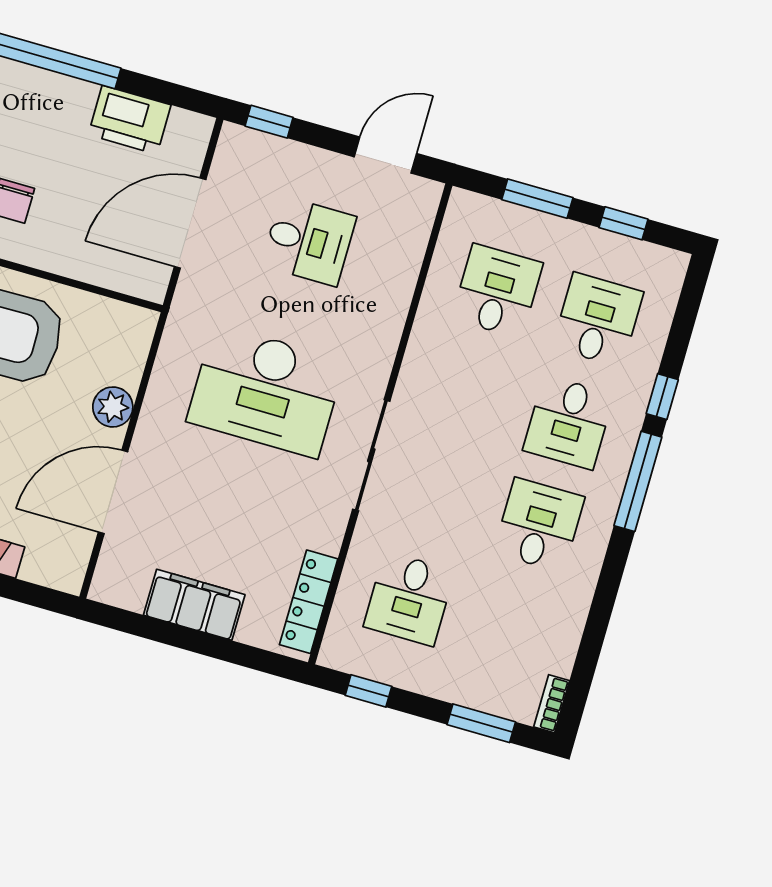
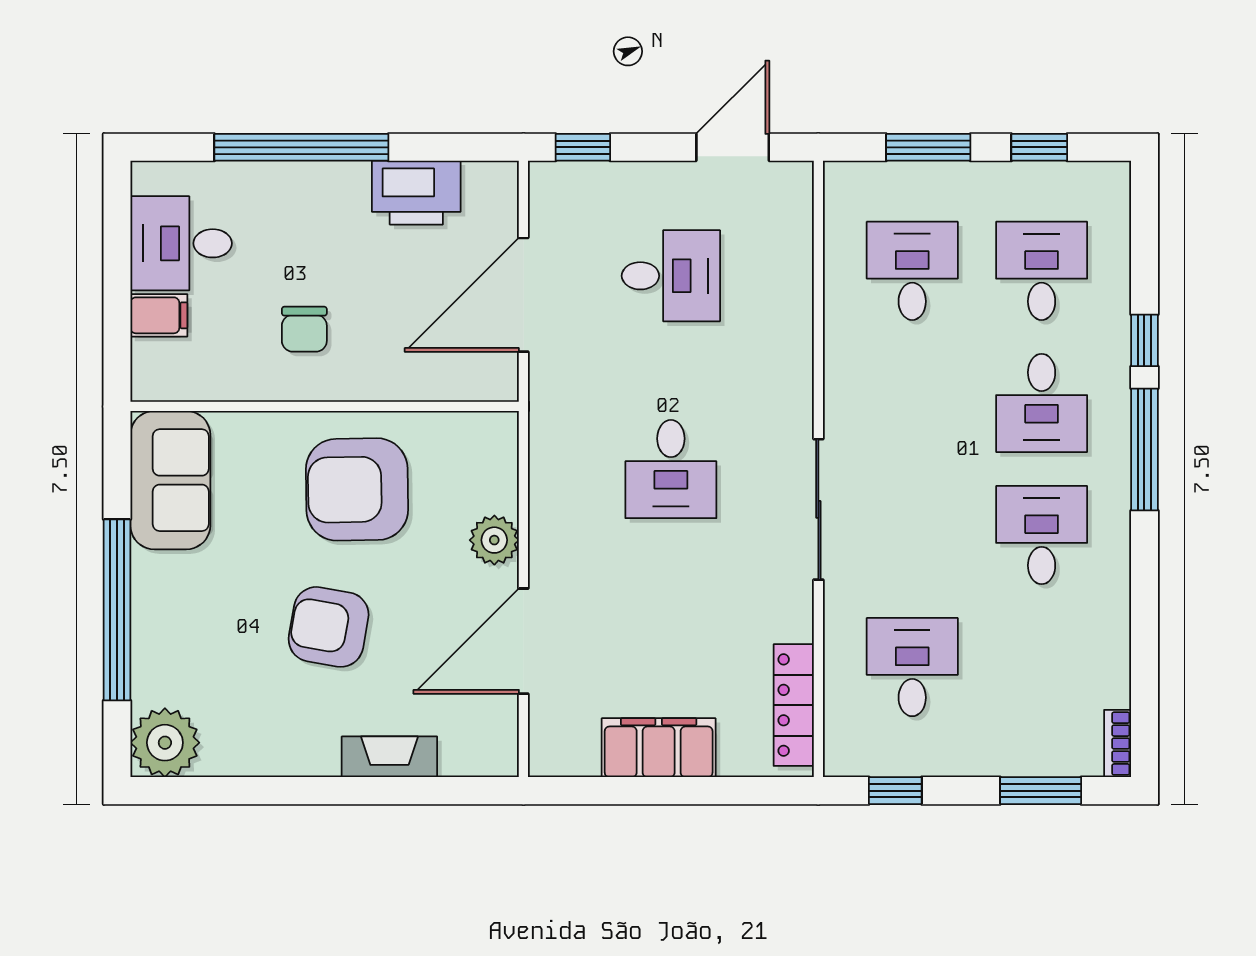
desk: (266, 391) -> (671, 469), width x0.53, depth x0.77
desk: (409, 599) -> (912, 667), turned 180

